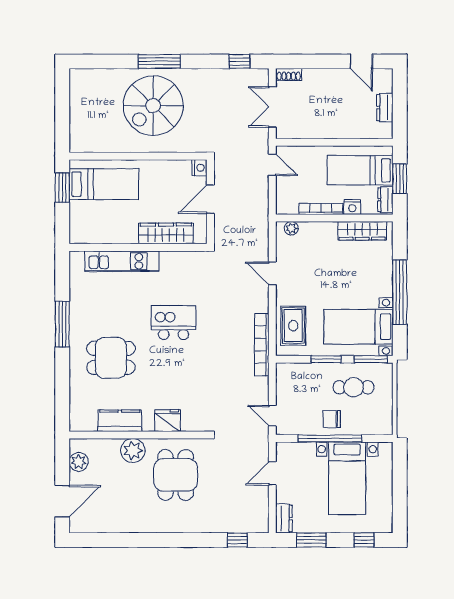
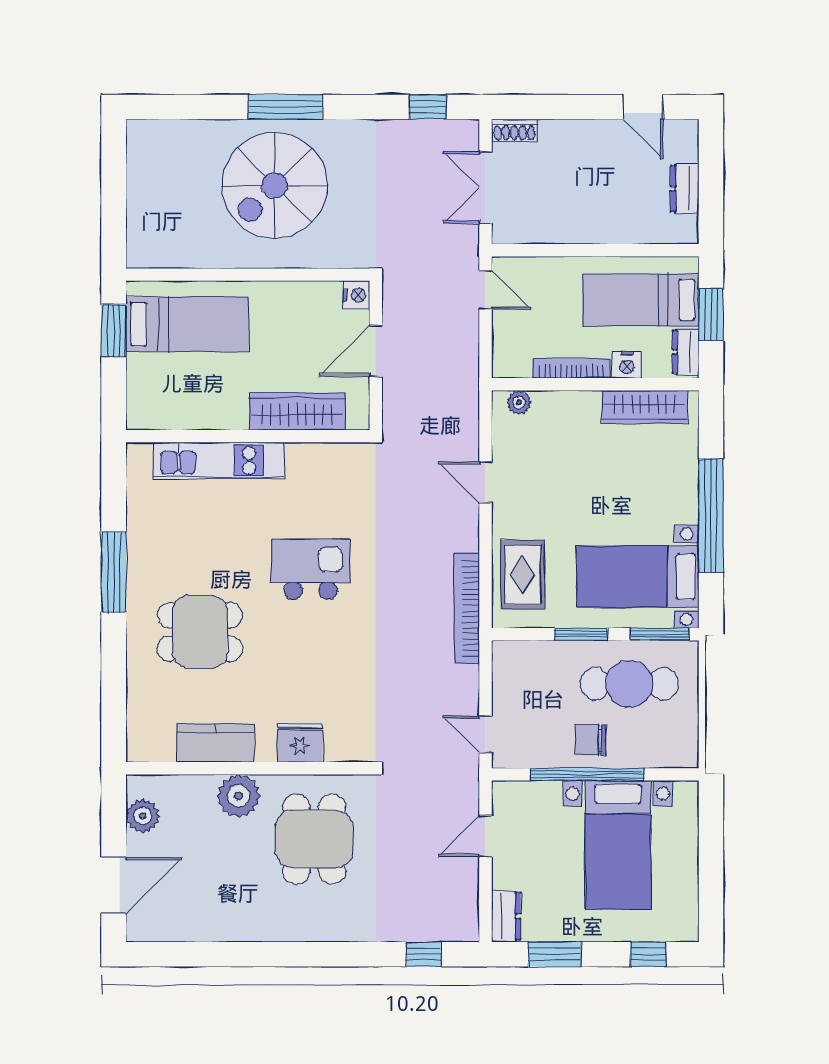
cafe table: (354, 387) -> (629, 684), width x1.37, depth x1.35

